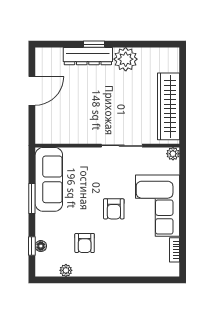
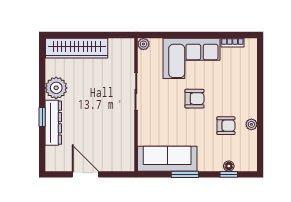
wardrobe: (169, 106) -> (77, 48), moved
plant: (66, 270) -> (251, 124), moved

